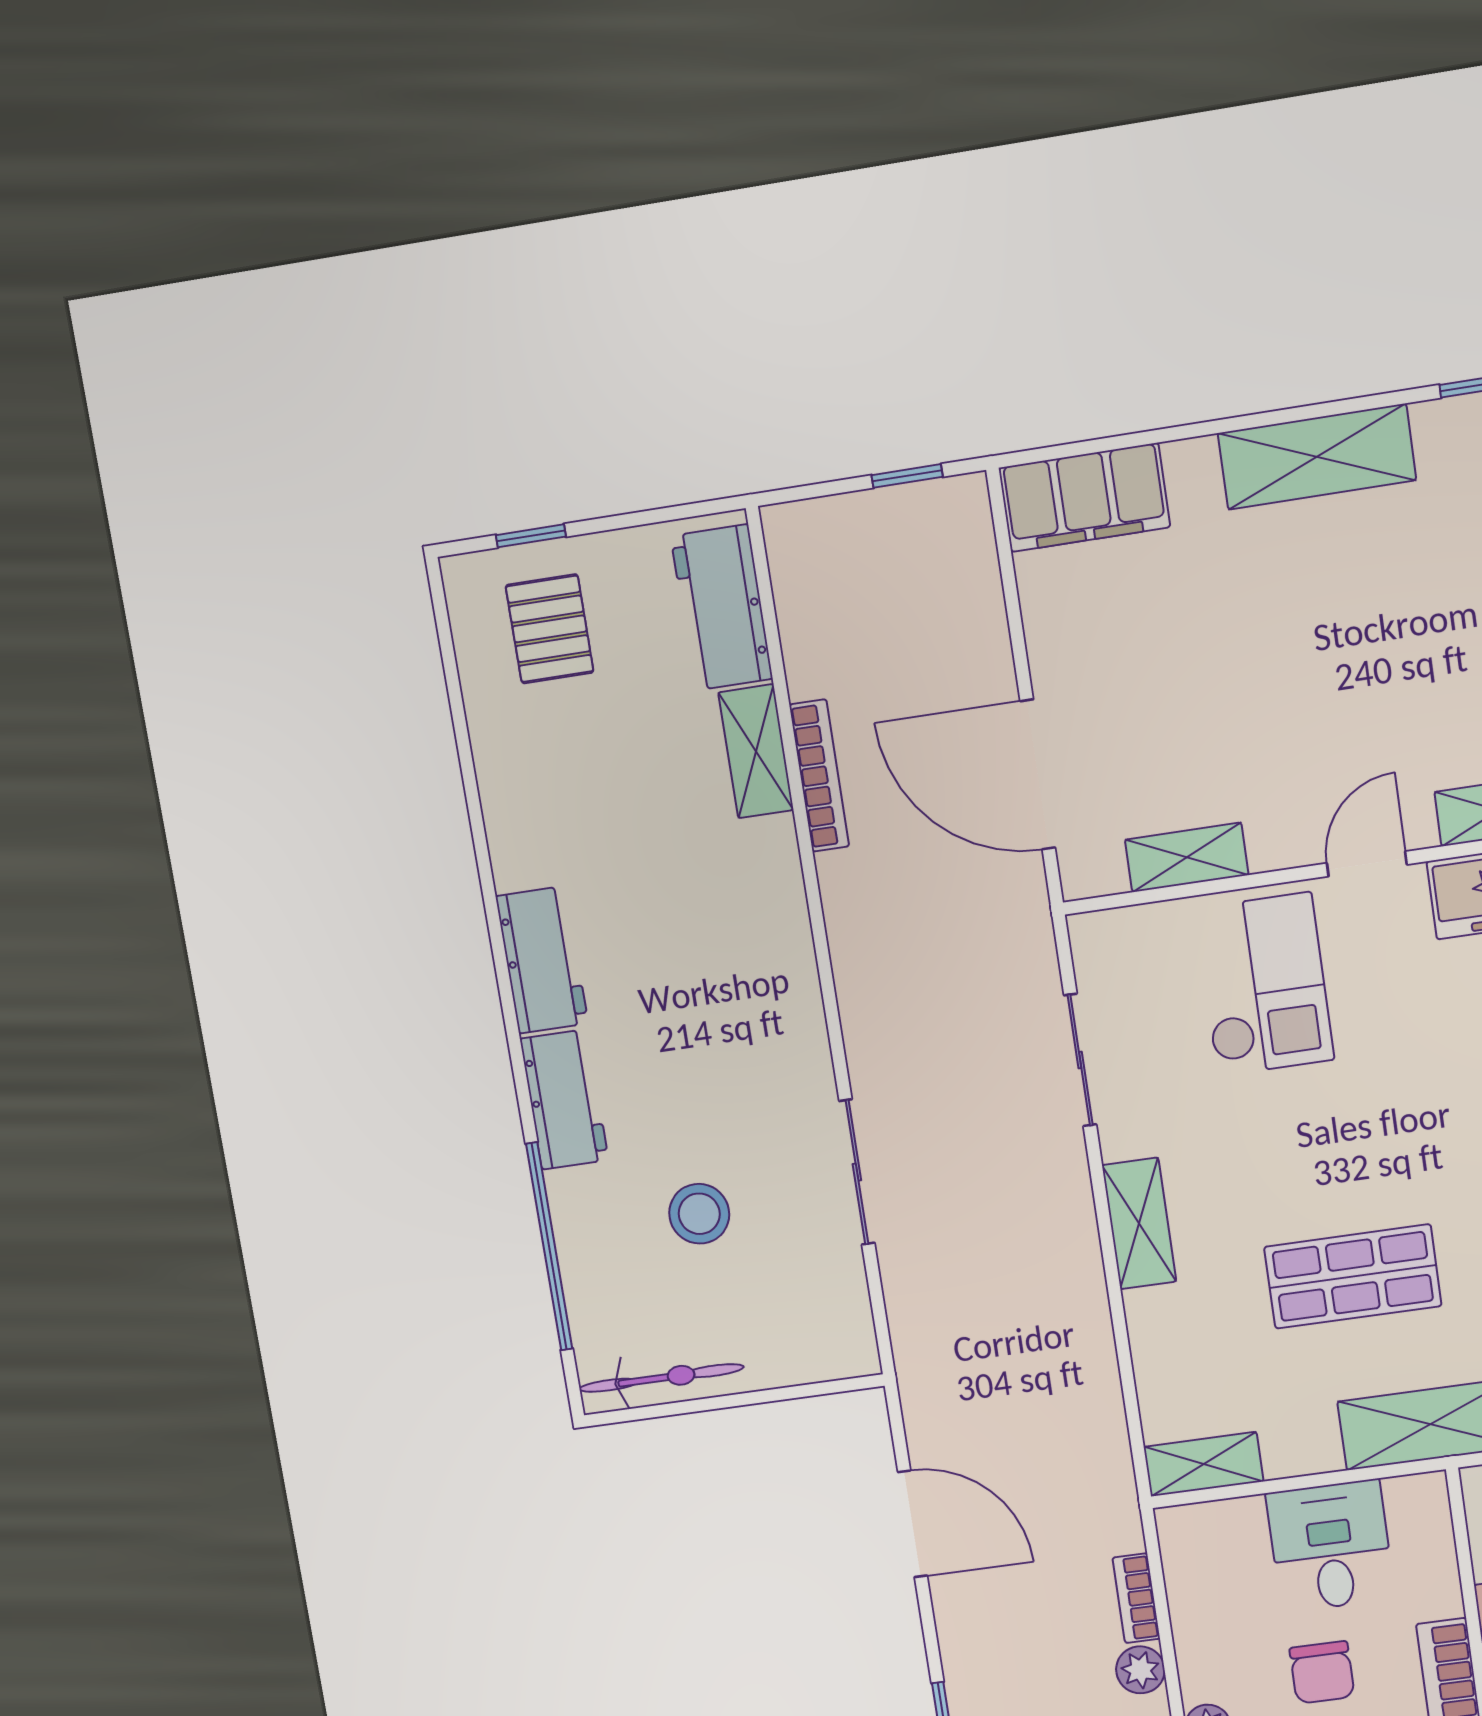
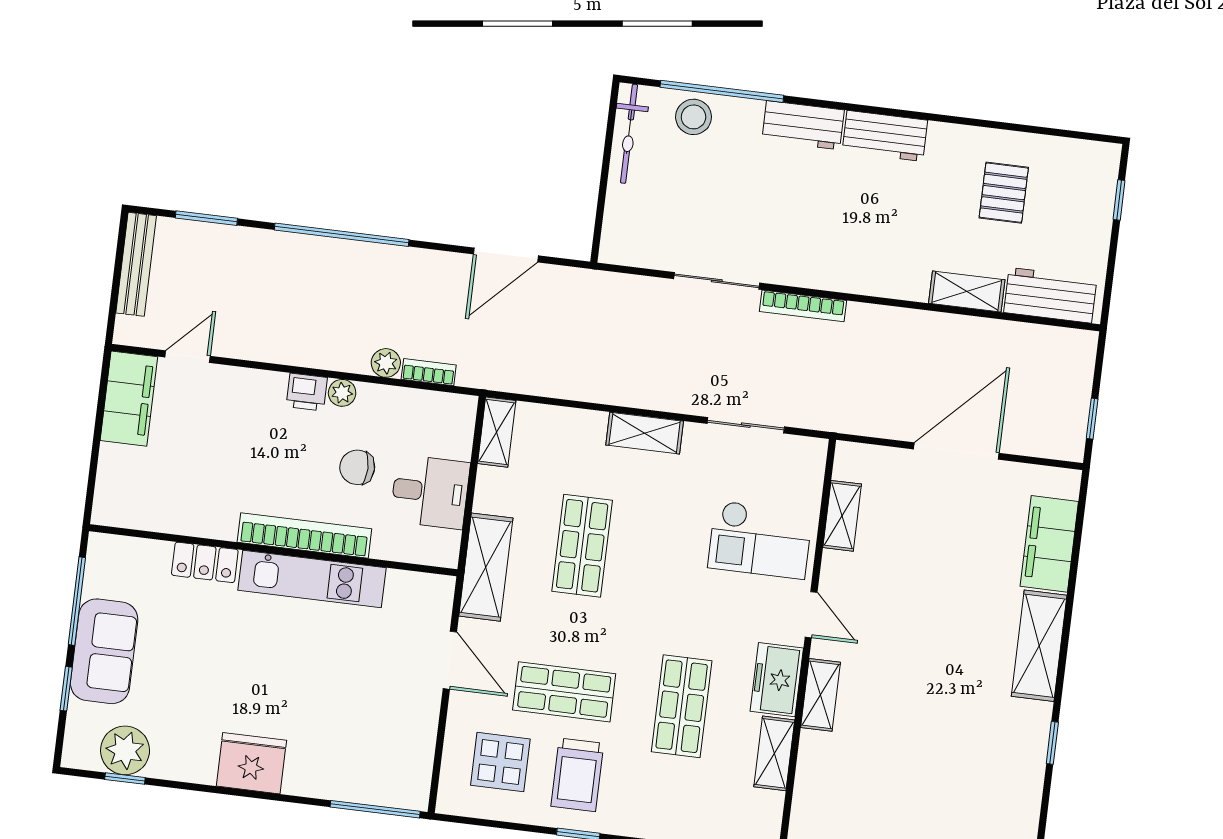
filing cabinet: (1085, 498) -> (1049, 544), moved
pallet: (550, 629) -> (1004, 193), moved, turned 90
door: (1038, 775) -> (956, 451), moved
bookcase: (819, 776) -> (803, 306), moved
stool: (699, 1214) -> (694, 117), moved

